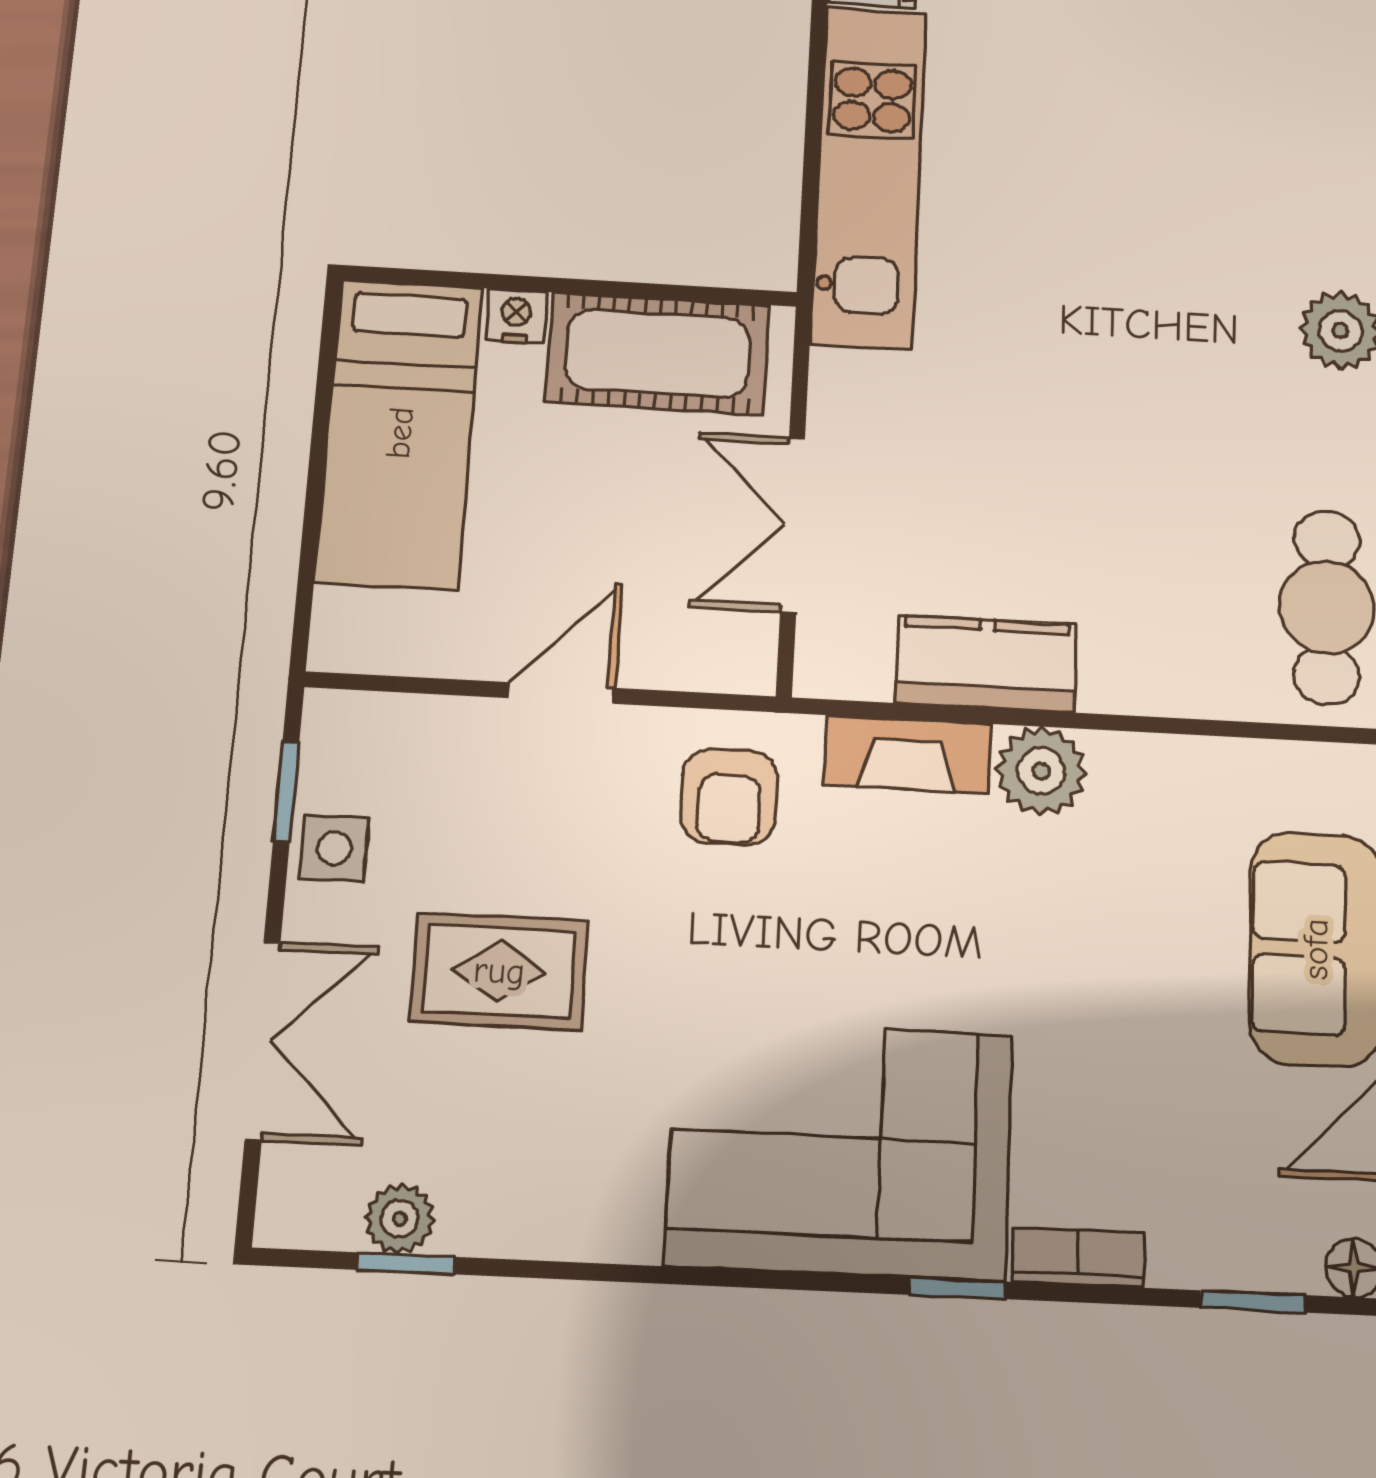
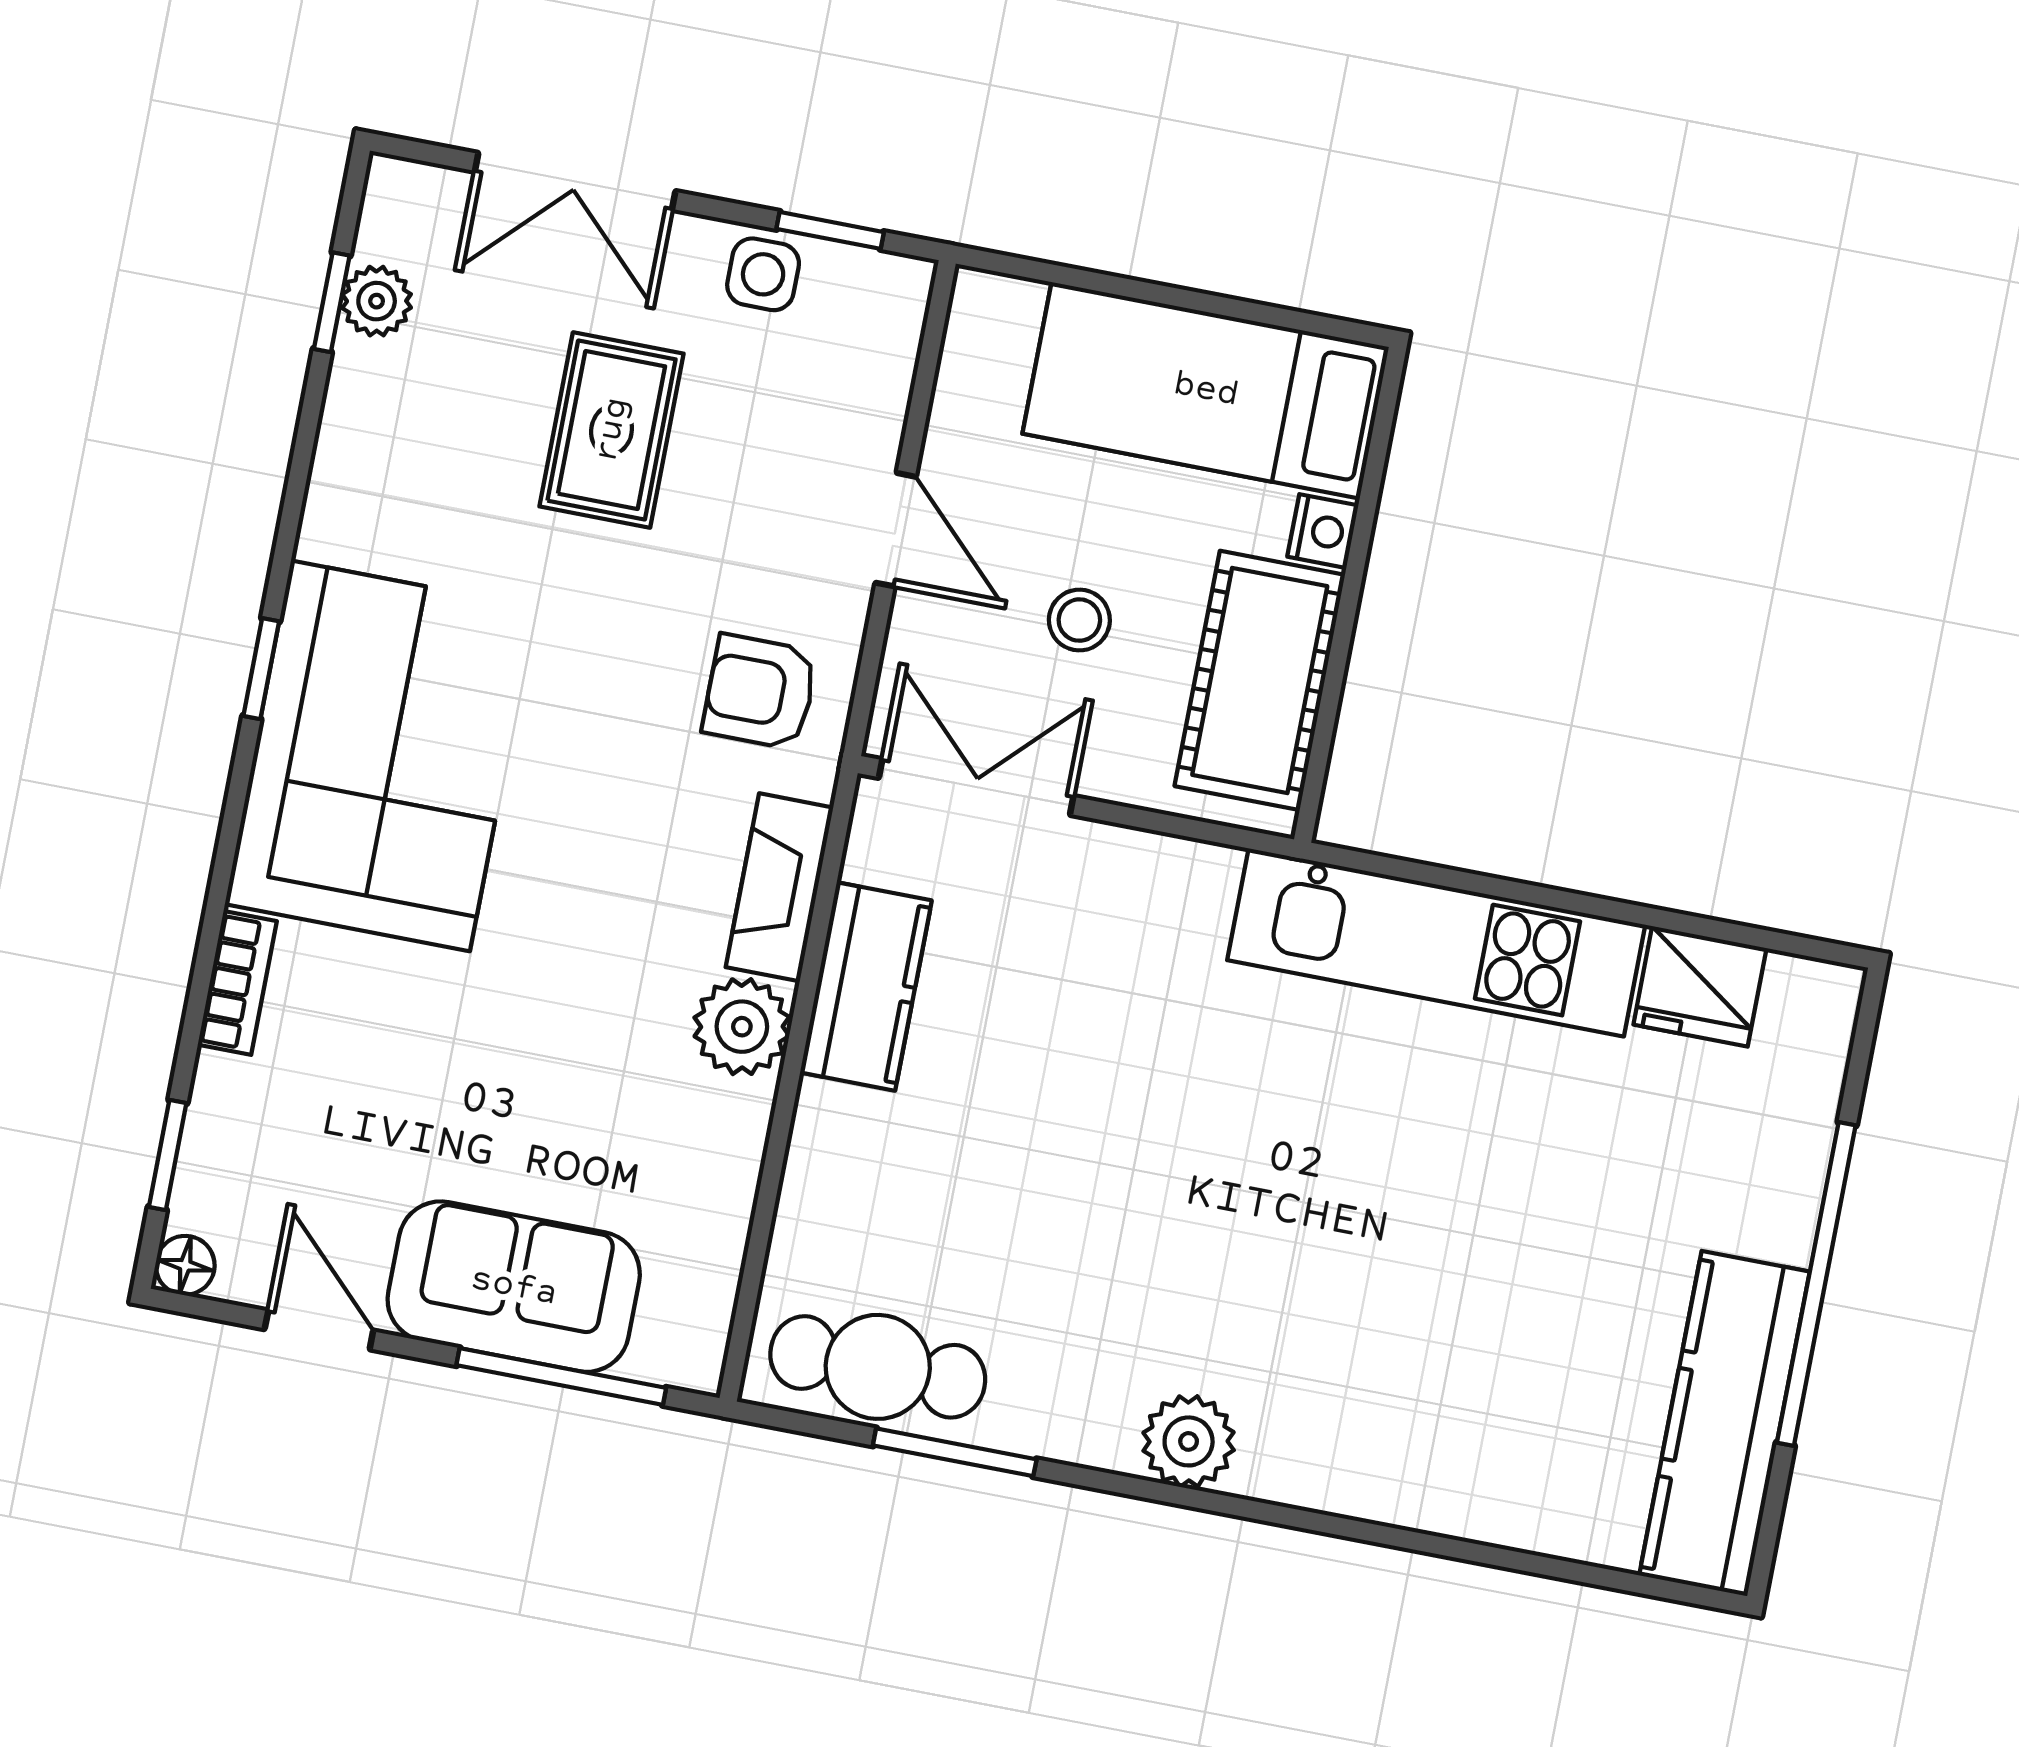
stool: (624, 517) -> (1079, 620), added
double door: (793, 525) -> (976, 787), moved
window: (957, 1288) -> (261, 669), moved

